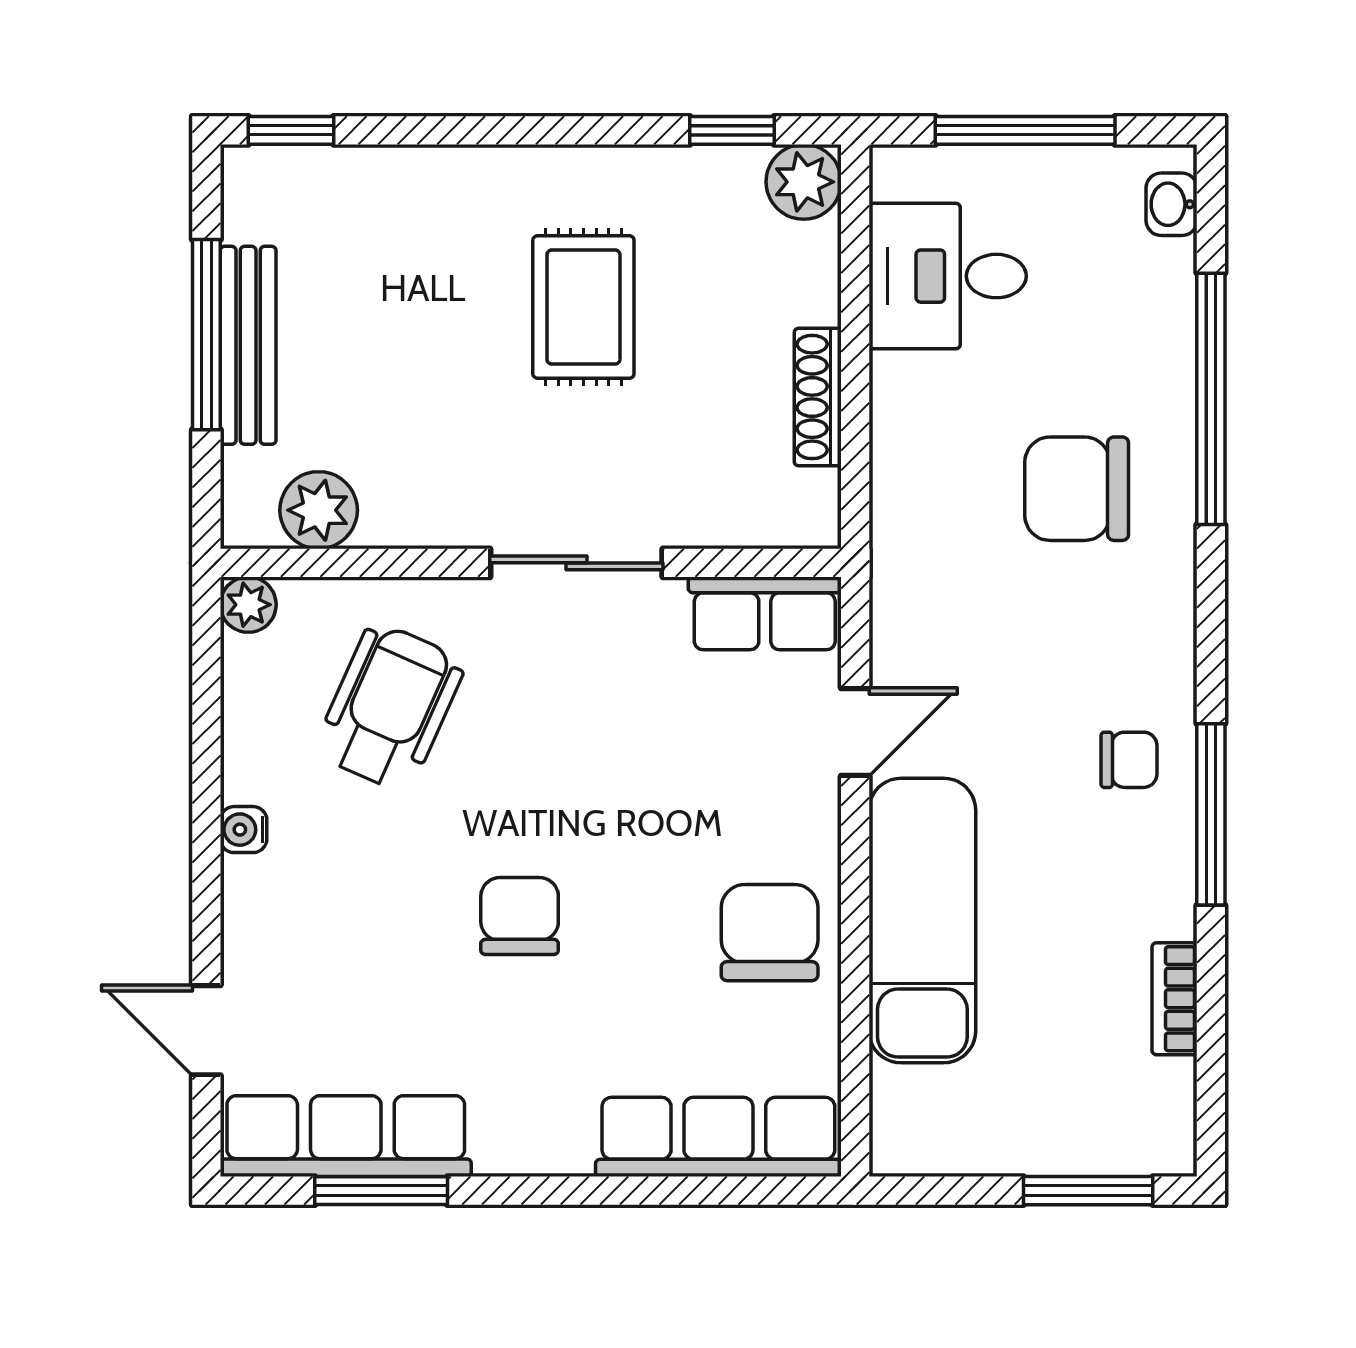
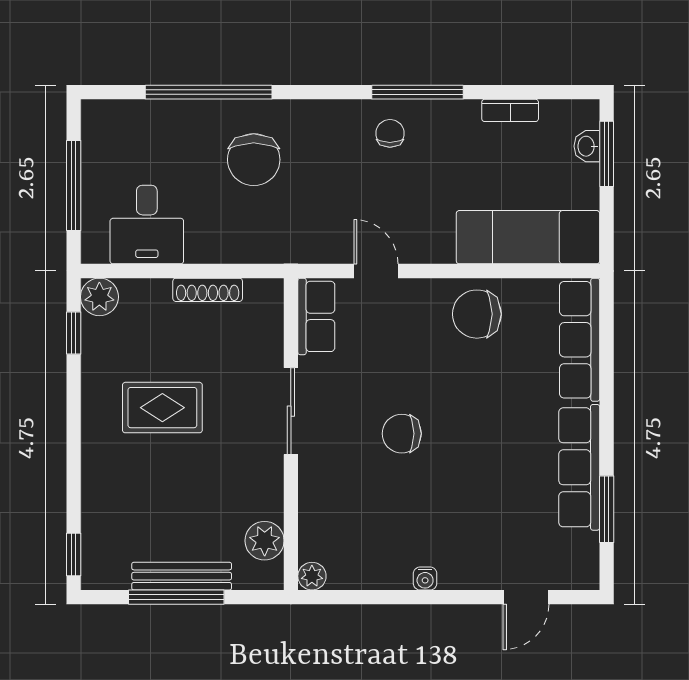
washbasin: (1172, 204) -> (587, 146), moved, turned 90
wheelchair: (390, 707) -> (363, 505), removed
chair: (520, 916) -> (402, 434), moved
exam couch: (922, 921) -> (528, 237), moved
row of seats: (346, 1136) -> (579, 467), moved

